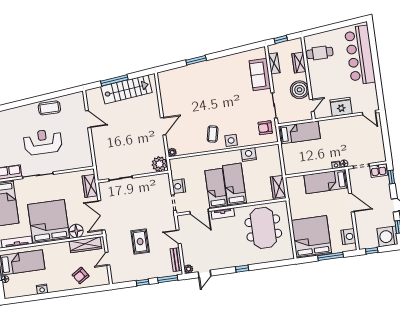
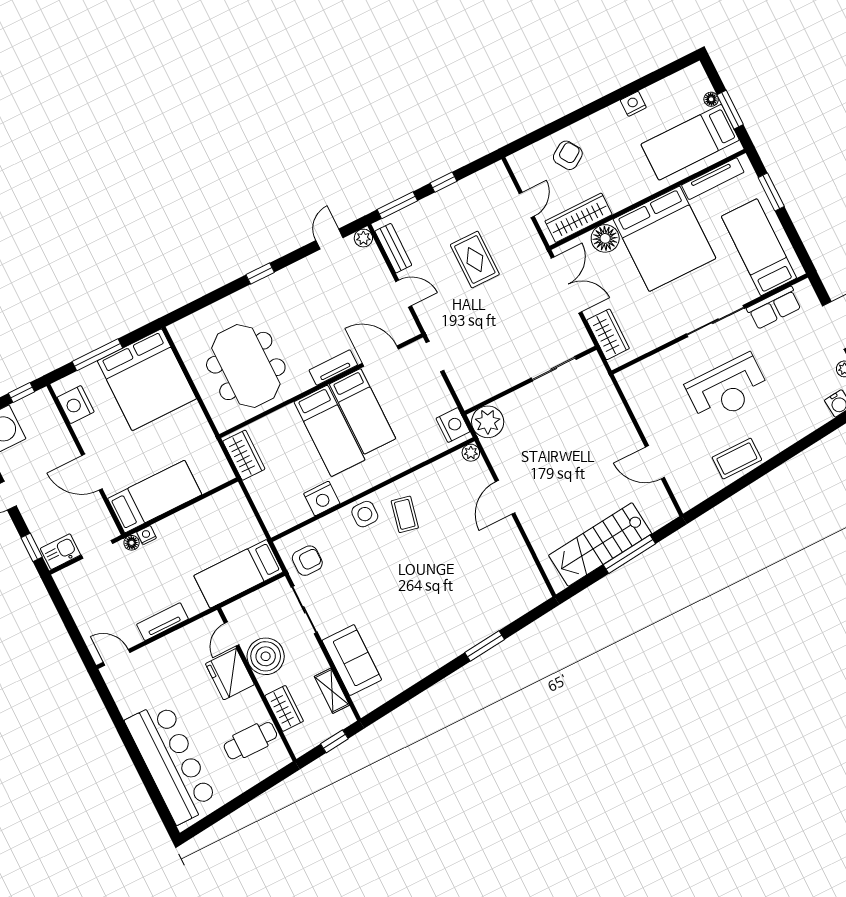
fridge: (341, 107) -> (230, 674), moved, turned 90
tv unit: (342, 122) -> (163, 622), added
nightstand: (179, 186) -> (453, 425), moved

